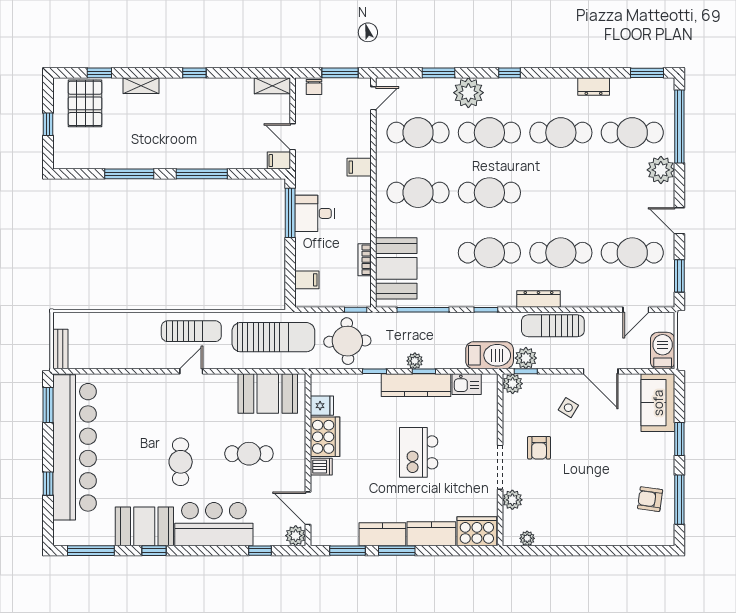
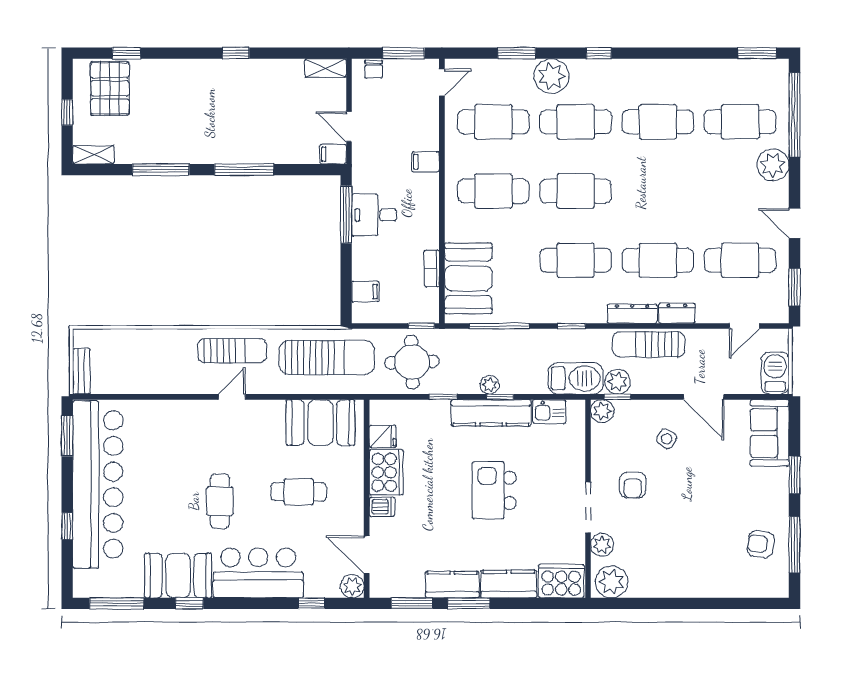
shelving: (141, 86) -> (93, 155), moved
dresser: (594, 87) -> (677, 313), moved, turned 180
plant: (527, 538) -> (612, 582), width x1.87, depth x1.87

